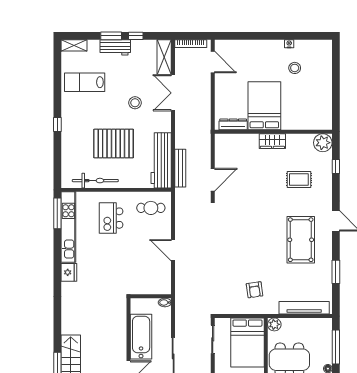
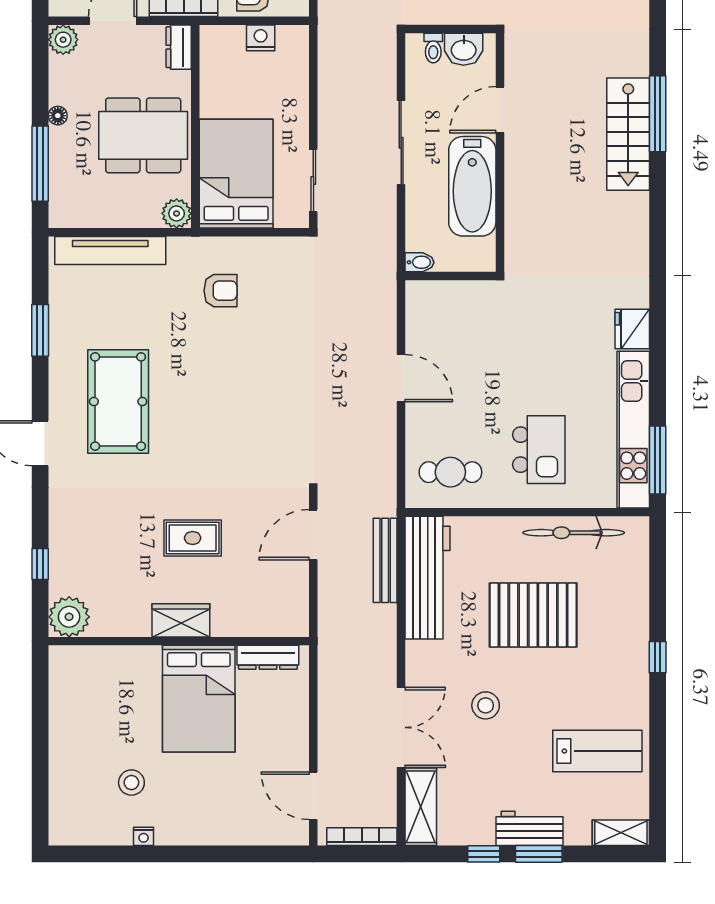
rug: (299, 179) -> (193, 538), moved
armchair: (255, 290) -> (220, 291), turned 98

